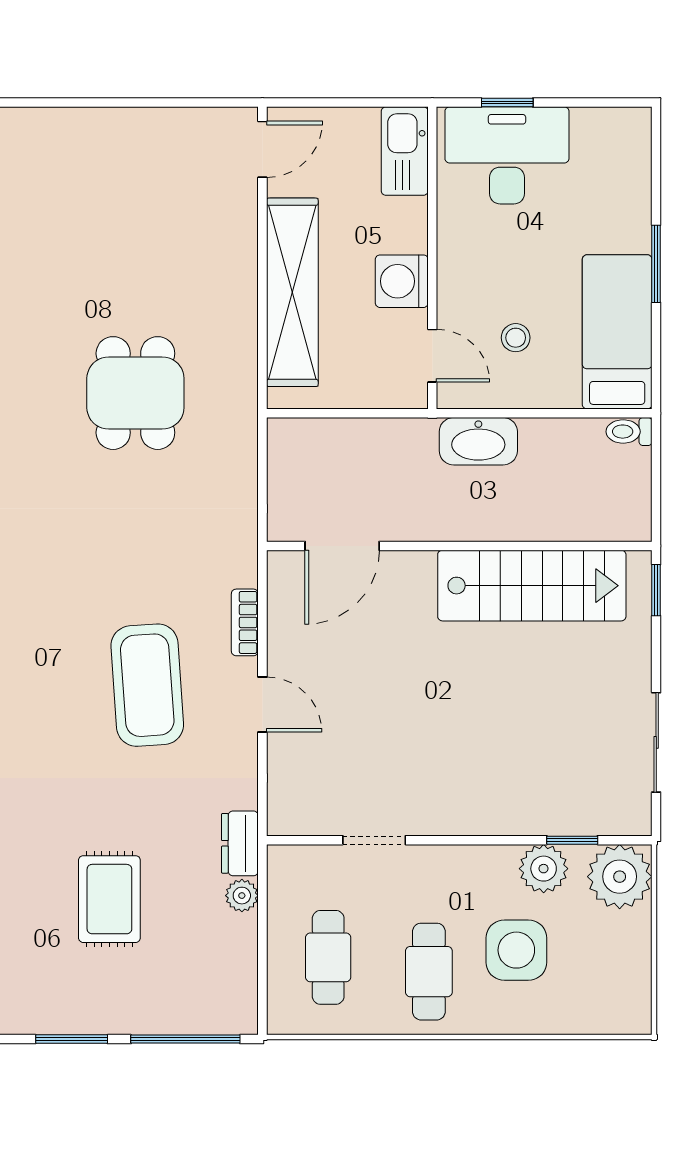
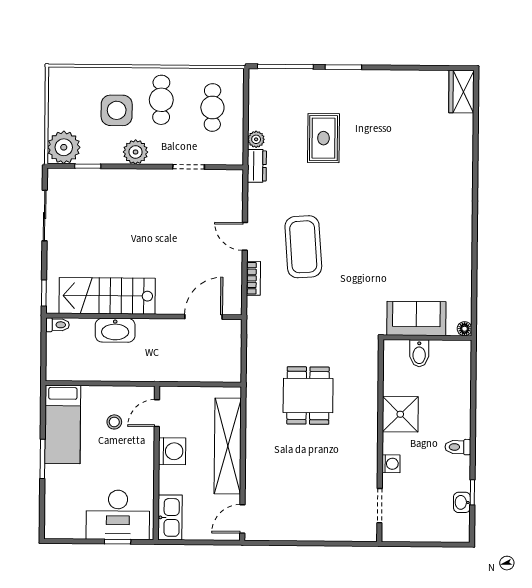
door: (432, 356) -> (157, 413), hinge flipped
toilet: (629, 432) -> (57, 325), moved
washbasin: (478, 441) -> (115, 330), moved, turned 180
plant: (544, 869) -> (136, 152), moved

